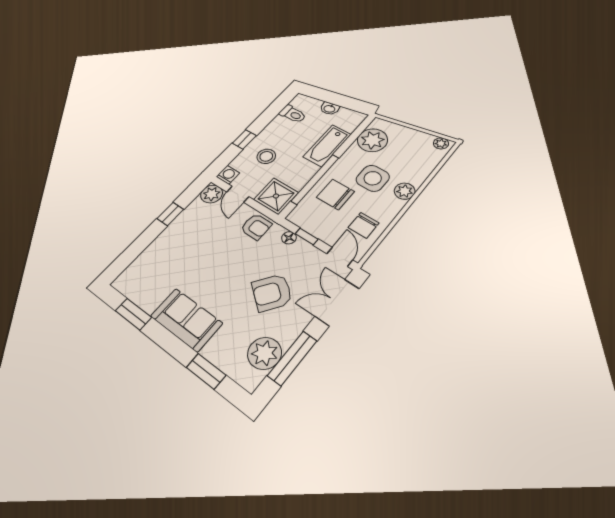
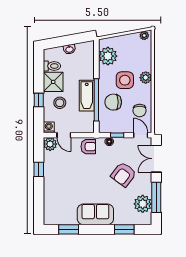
bathtub: (327, 146) -> (87, 96), moved
shower: (276, 196) -> (53, 82), moved

